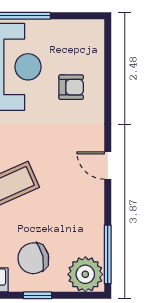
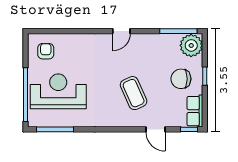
armchair: (71, 87) -> (46, 51), moved
chair: (33, 258) -> (181, 79), turned 103

